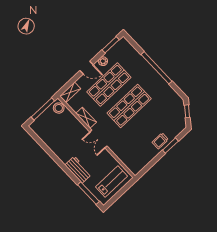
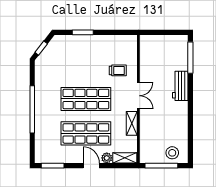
plant: (103, 61) -> (107, 158), moved
stool: (59, 108) -> (172, 153), moved
trolley: (160, 141) -> (118, 70), moved
lab bench: (111, 182) -> (161, 49), removed

